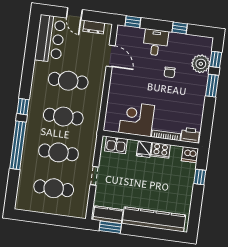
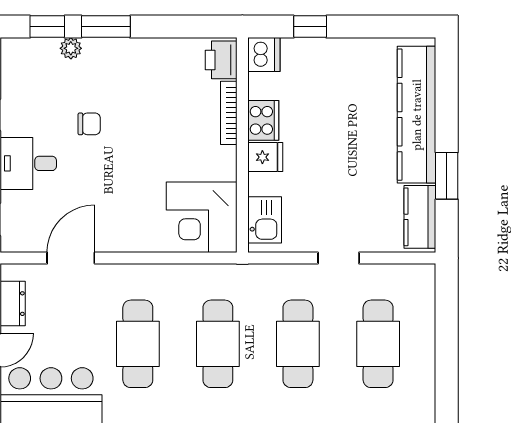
plant: (201, 64) -> (71, 48), width x0.53, depth x0.53
corner desk: (137, 119) -> (202, 217), moved
window: (110, 227) -> (447, 176), moved

